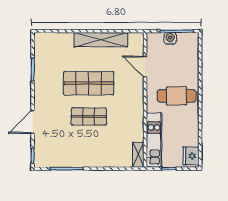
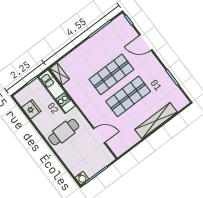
water cooler: (170, 38) -> (82, 178), moved
shelving: (101, 40) -> (156, 121), moved
shop shelf: (89, 116) -> (111, 74), width x1.43, depth x1.36
door: (33, 122) -> (146, 42), swing flipped
fridge: (191, 156) -> (31, 109), moved

